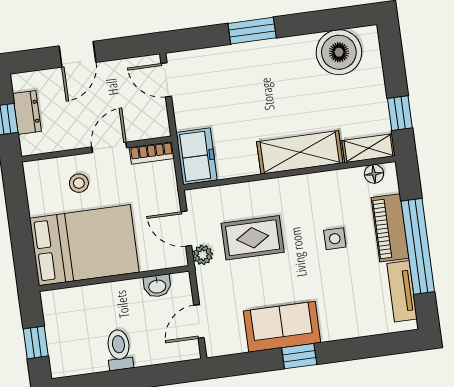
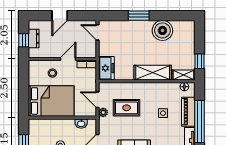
boiler: (339, 52) -> (162, 30), moved

